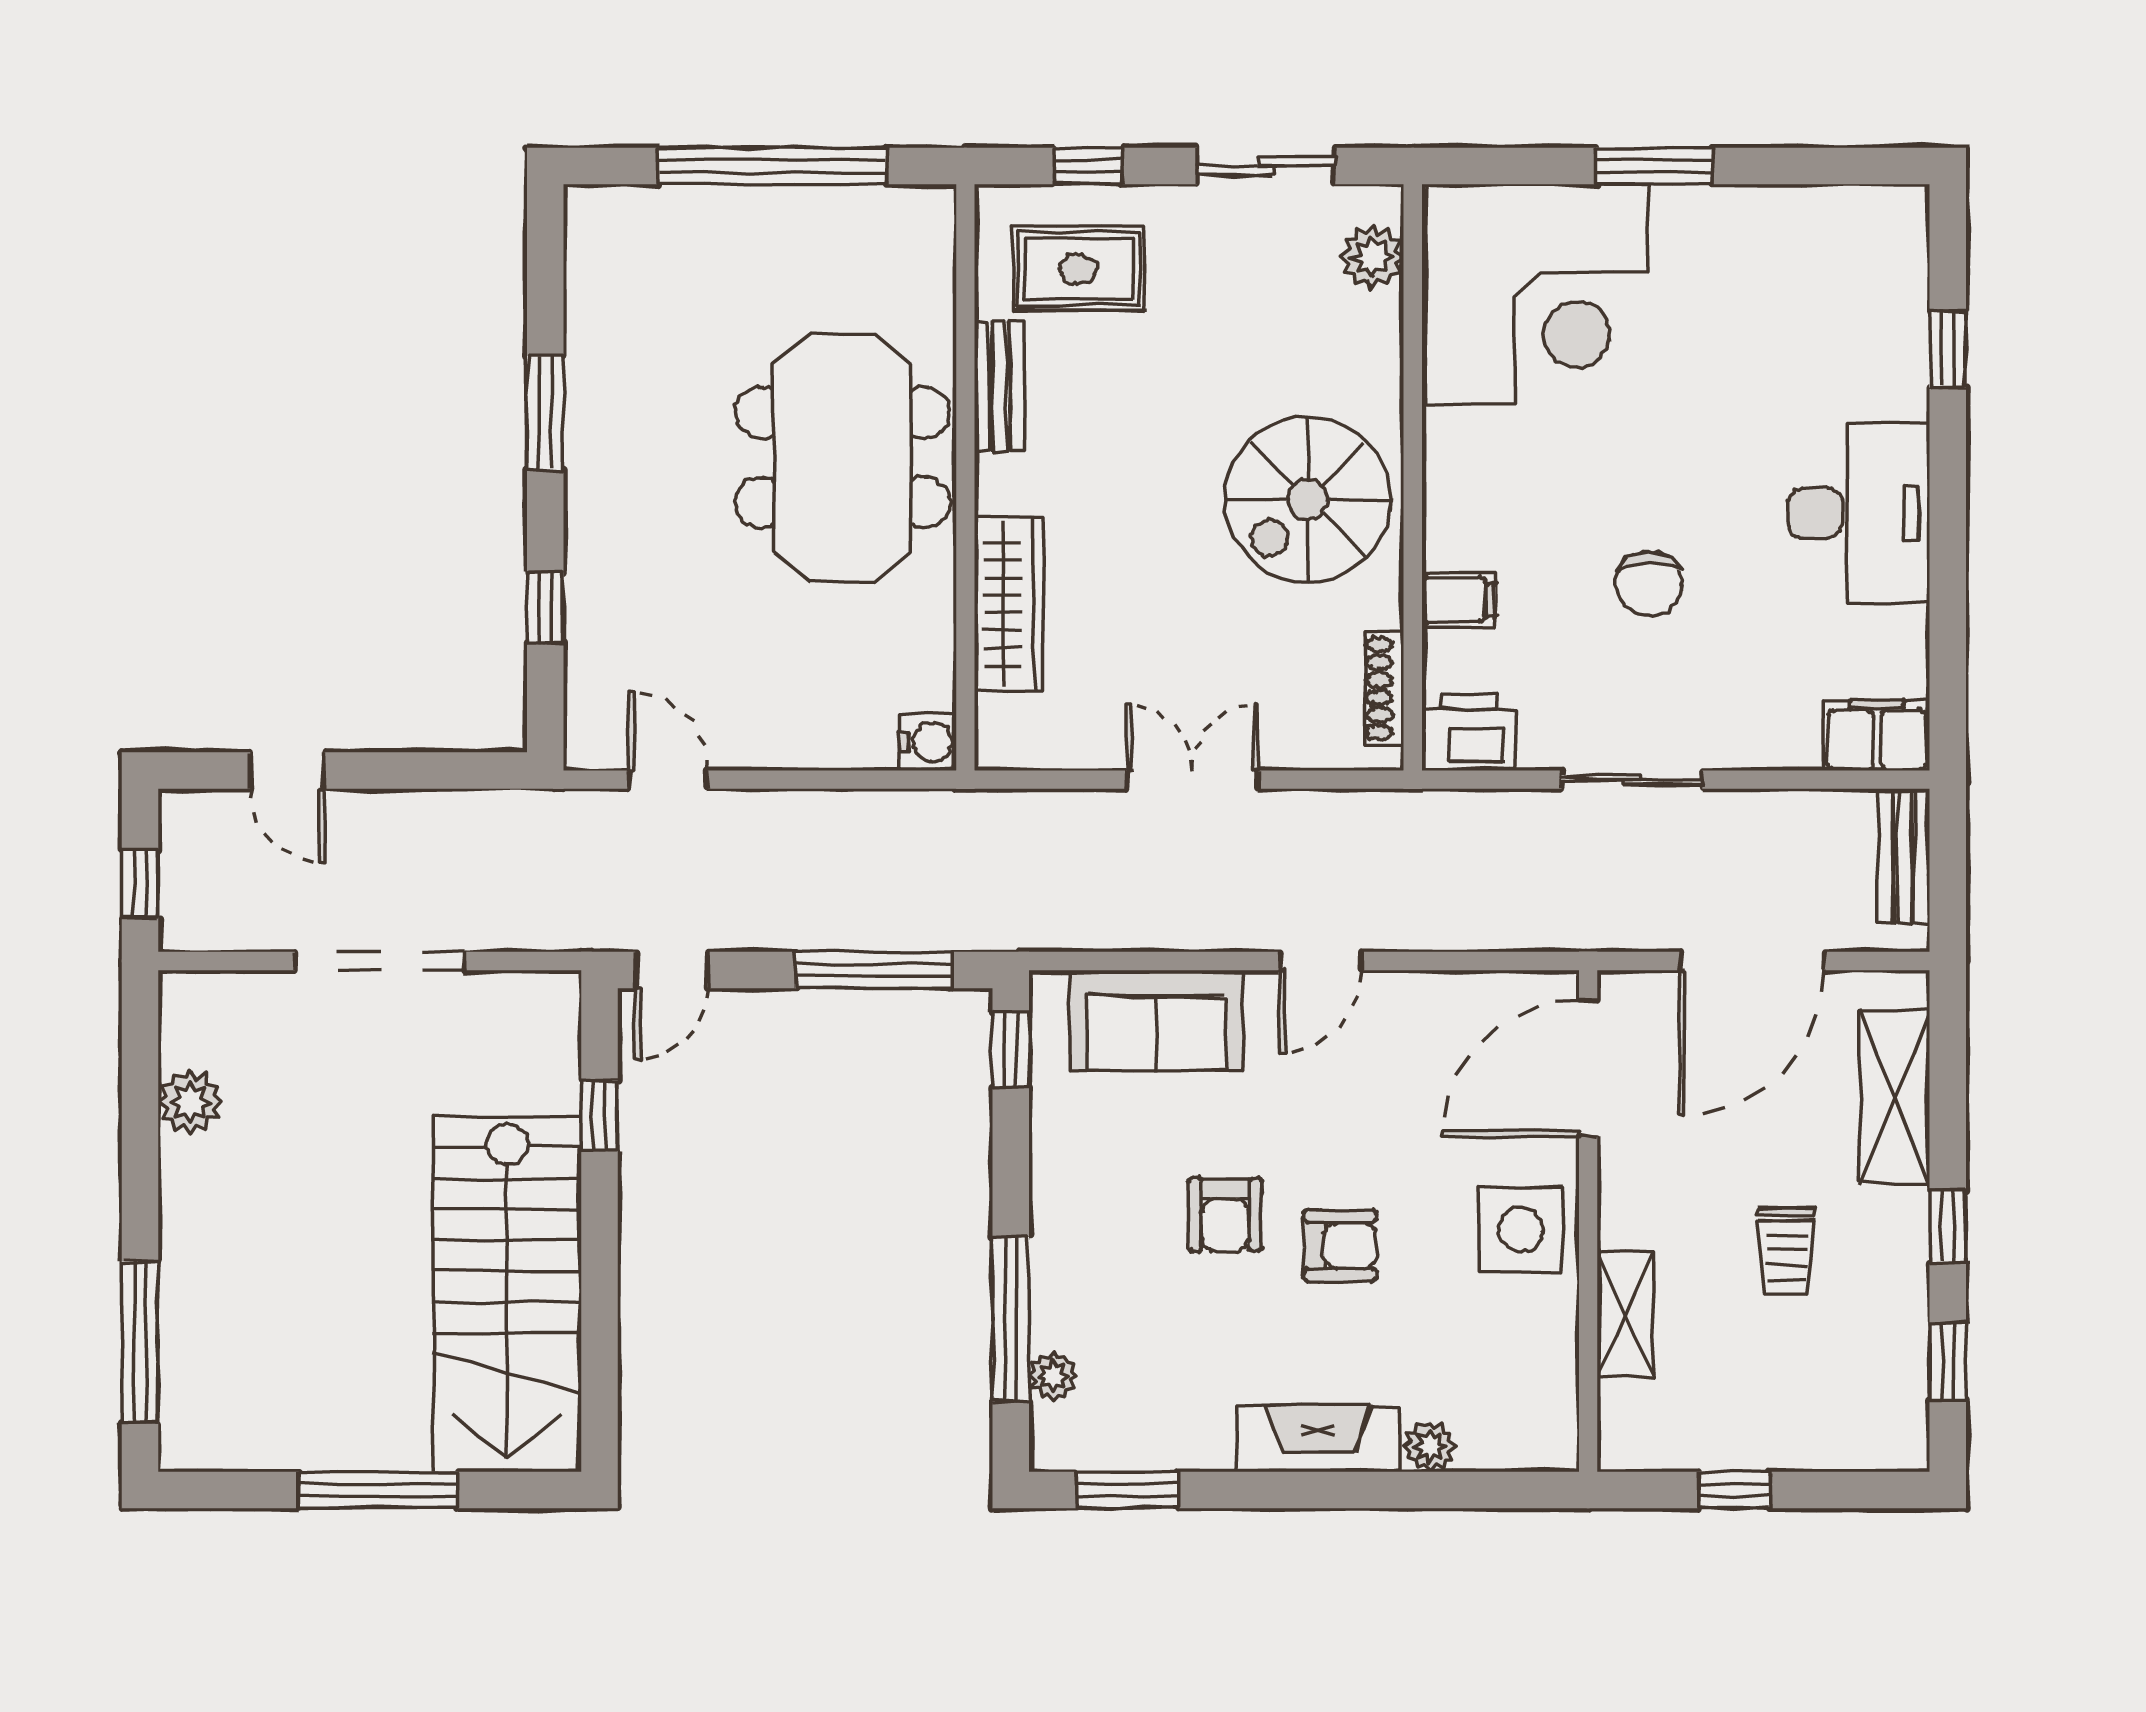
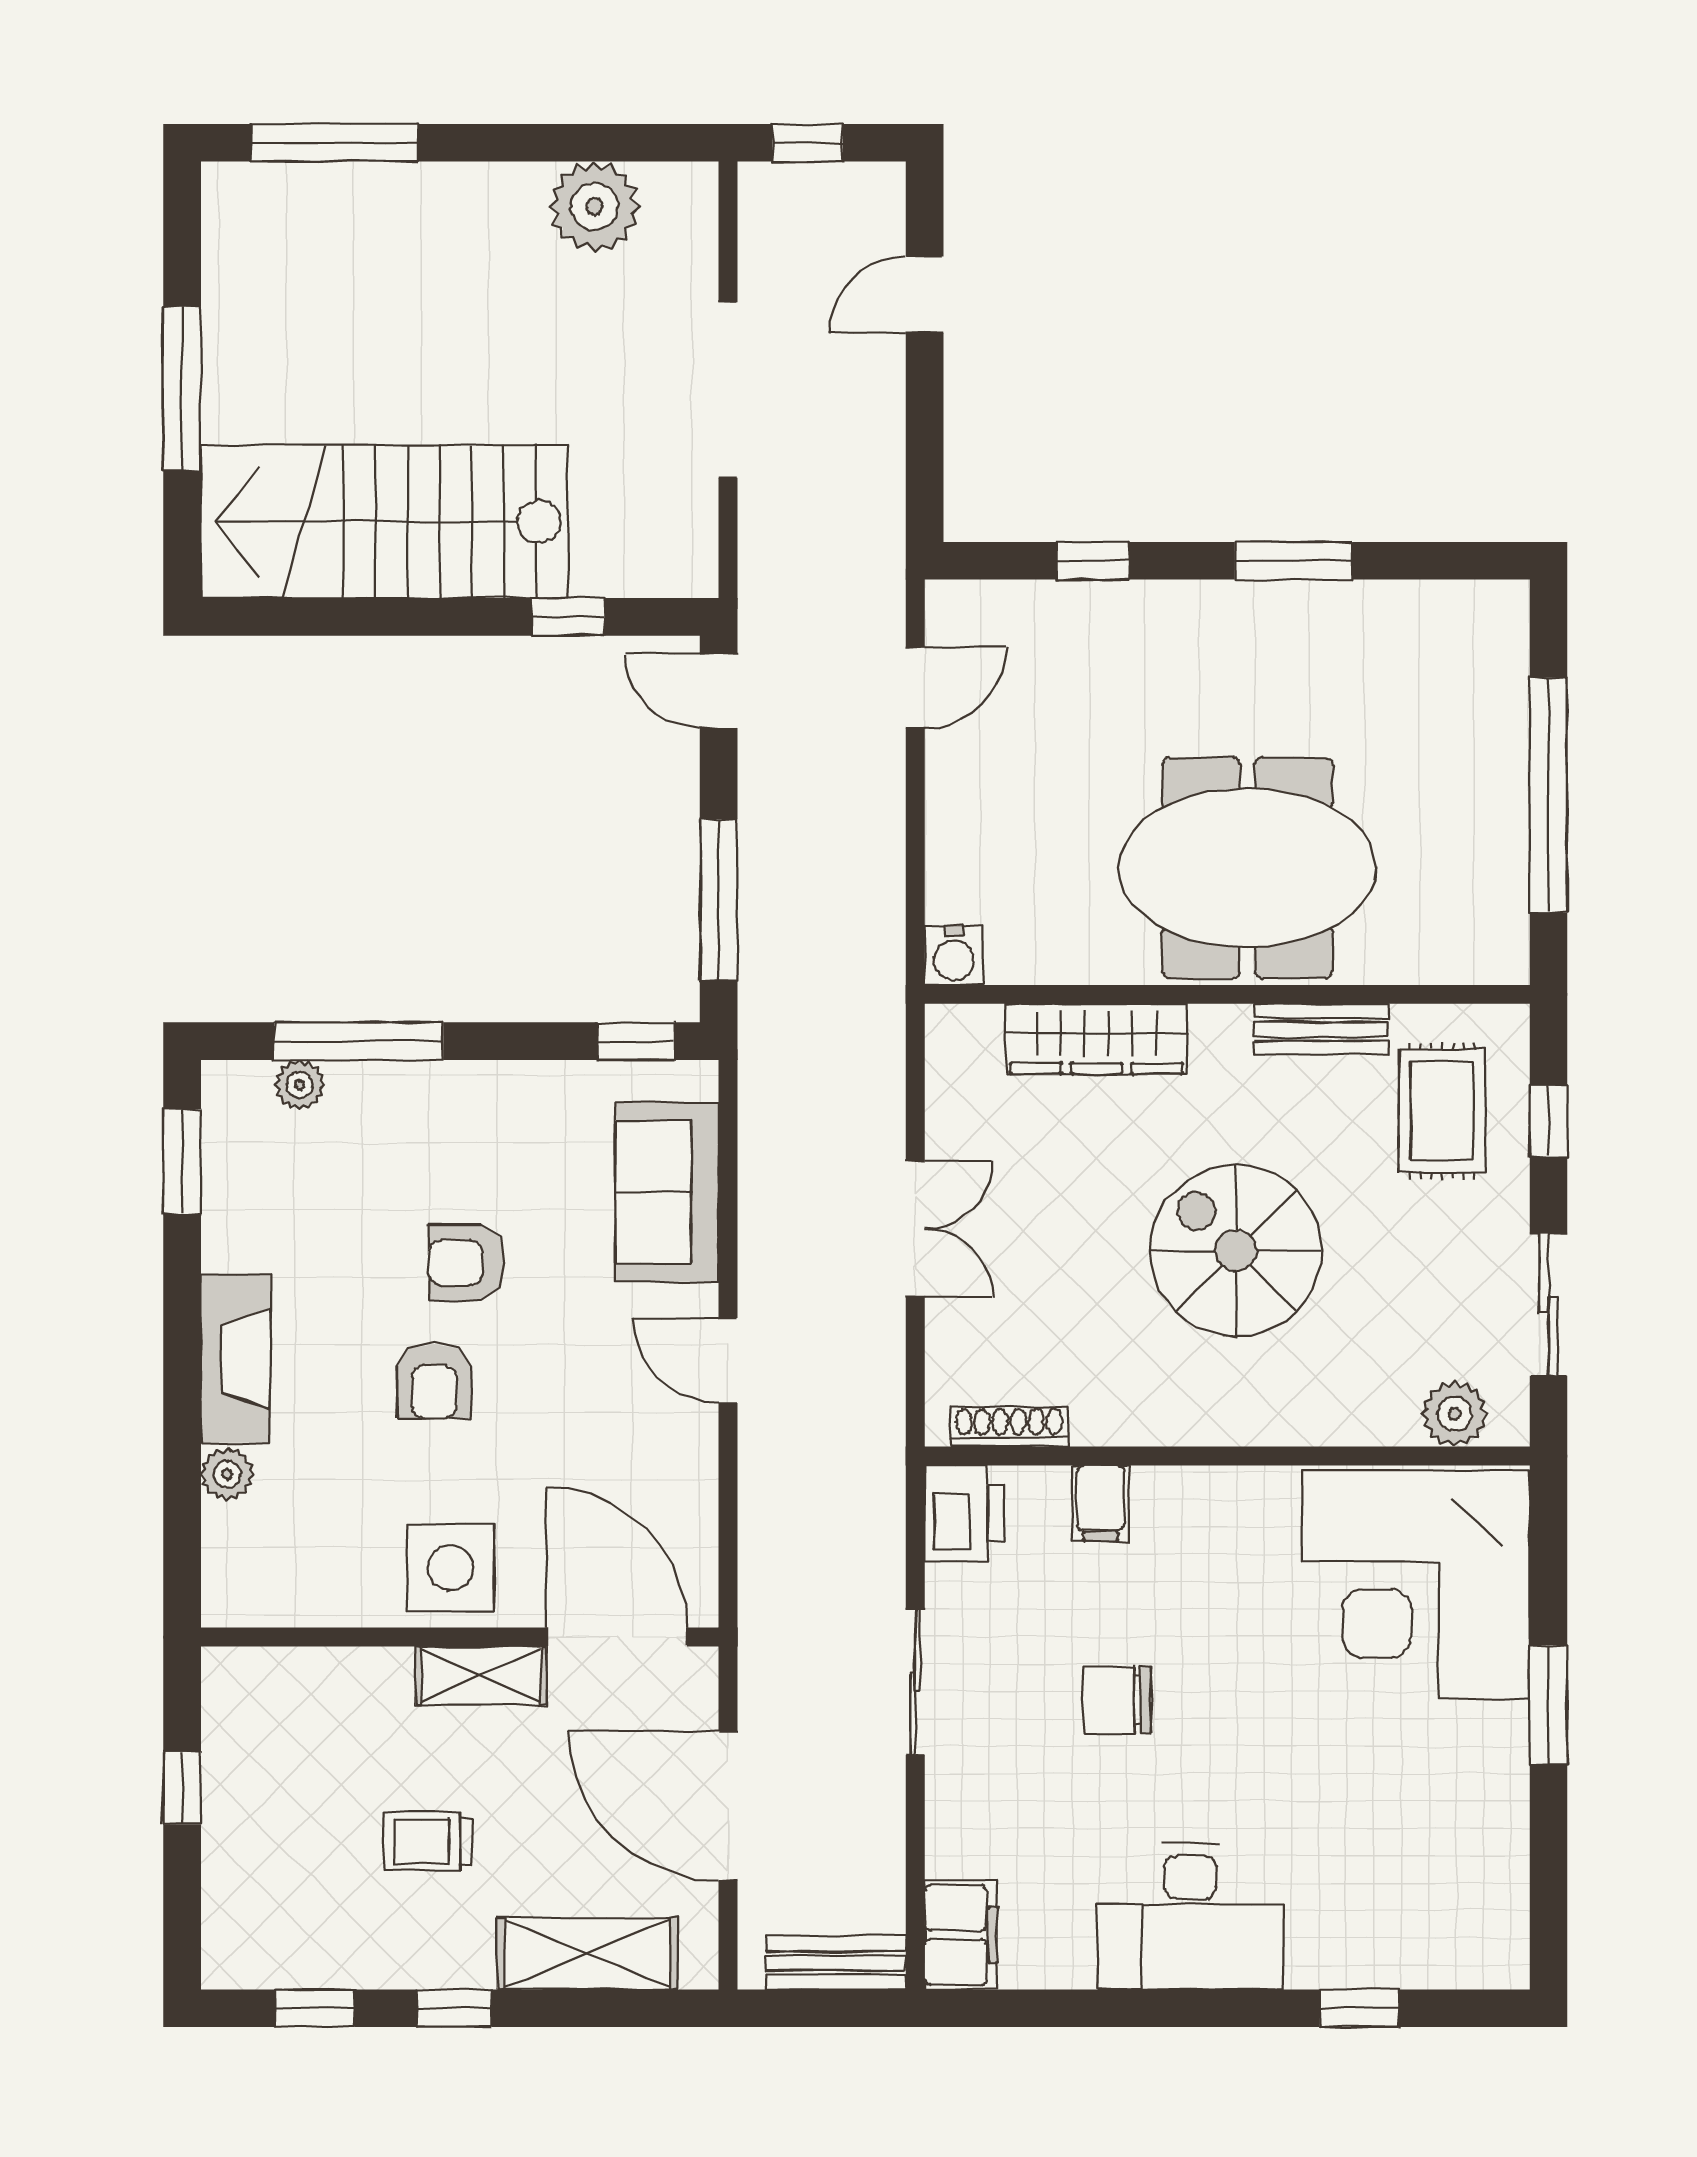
spiral stairs: (1308, 500) -> (1236, 1251), moved
plant: (190, 1102) -> (594, 207), width x1.36, depth x1.36
shelving: (1626, 1314) -> (481, 1676), moved

